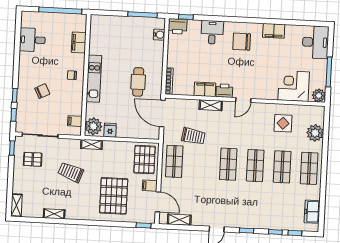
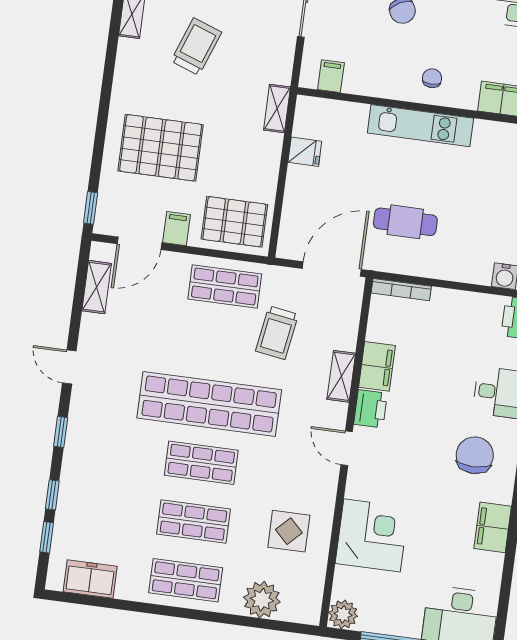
corner desk: (294, 86) -> (372, 535), moved
plant: (93, 126) -> (316, 116), removed
shop shelf: (228, 164) -> (209, 404), width x2.00, depth x1.36
trolley: (71, 172) -> (196, 47), moved

